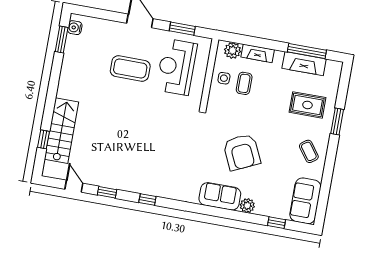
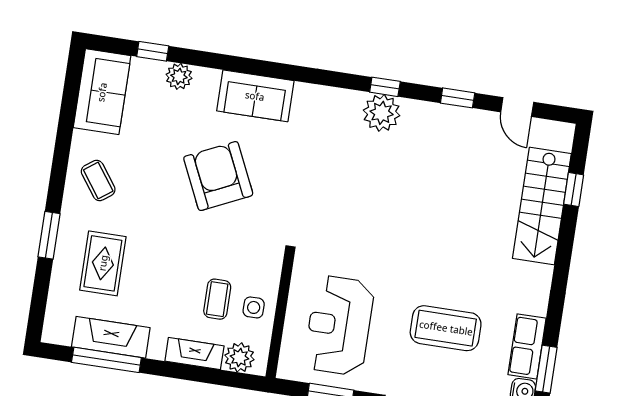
row of seats: (72, 52) -> (527, 346), added
reception desk: (176, 67) -> (339, 325), turned 180
coffee table: (130, 68) -> (446, 328), moved
rug: (307, 105) -> (103, 263), turned 90
plant: (150, 185) -> (382, 113), added
plant: (247, 206) -> (179, 76), moved

